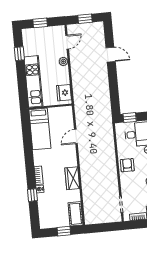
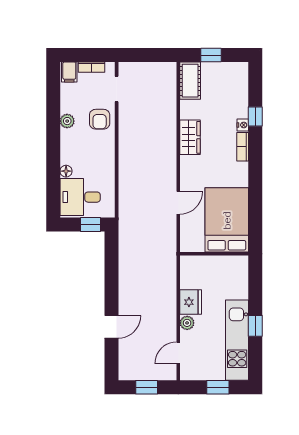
window: (19, 54) -> (255, 326), moved
door: (111, 55) -> (111, 327), swing flipped
kitchen unit: (33, 81) -> (237, 340), moved
fridge: (64, 93) -> (191, 302), moved
bed: (40, 129) -> (227, 220), width x1.50
armchair: (127, 165) -> (100, 119), moved

